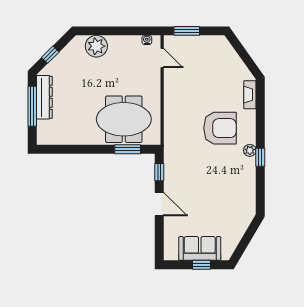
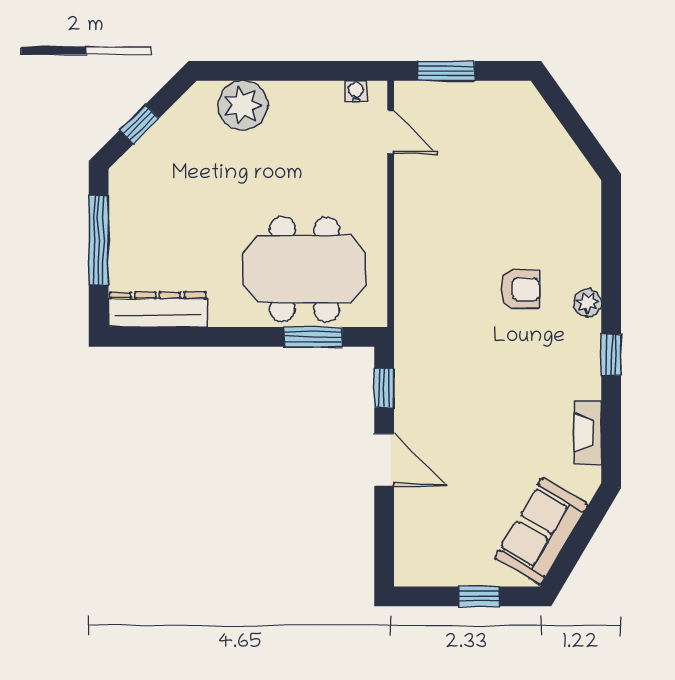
fireplace: (250, 95) -> (588, 433), moved
dresser: (44, 97) -> (158, 310), moved, turned -90
armchair: (220, 128) -> (521, 289), width x0.53, depth x0.53
plant: (250, 150) -> (588, 303), moved
sofa: (200, 248) -> (541, 531), moved, turned -59

